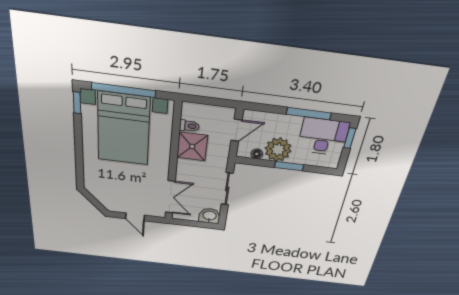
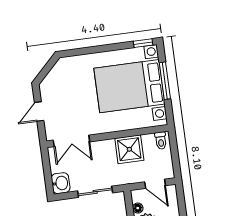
window: (124, 90) -> (165, 81), width x0.68
toilet: (189, 126) -> (161, 141), moved

